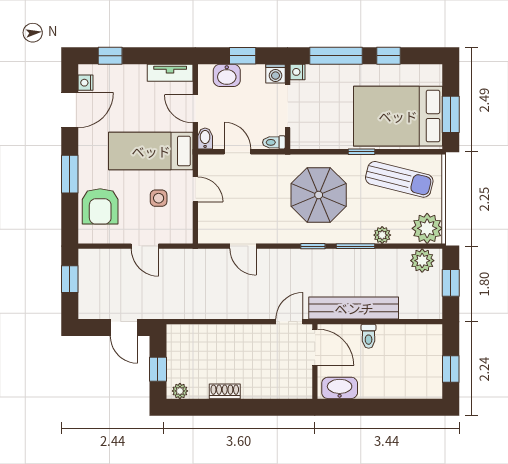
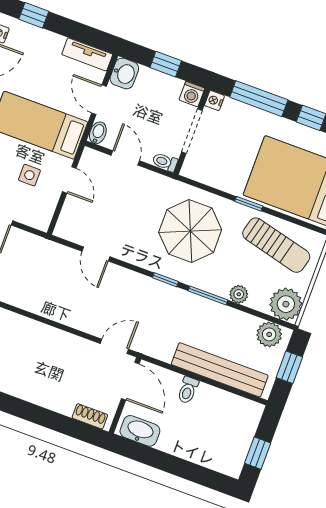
washbasin: (227, 75) -> (124, 73), moved, turned -90
bench: (354, 308) -> (220, 370), moved
shoe rack: (225, 391) -> (90, 416), moved

